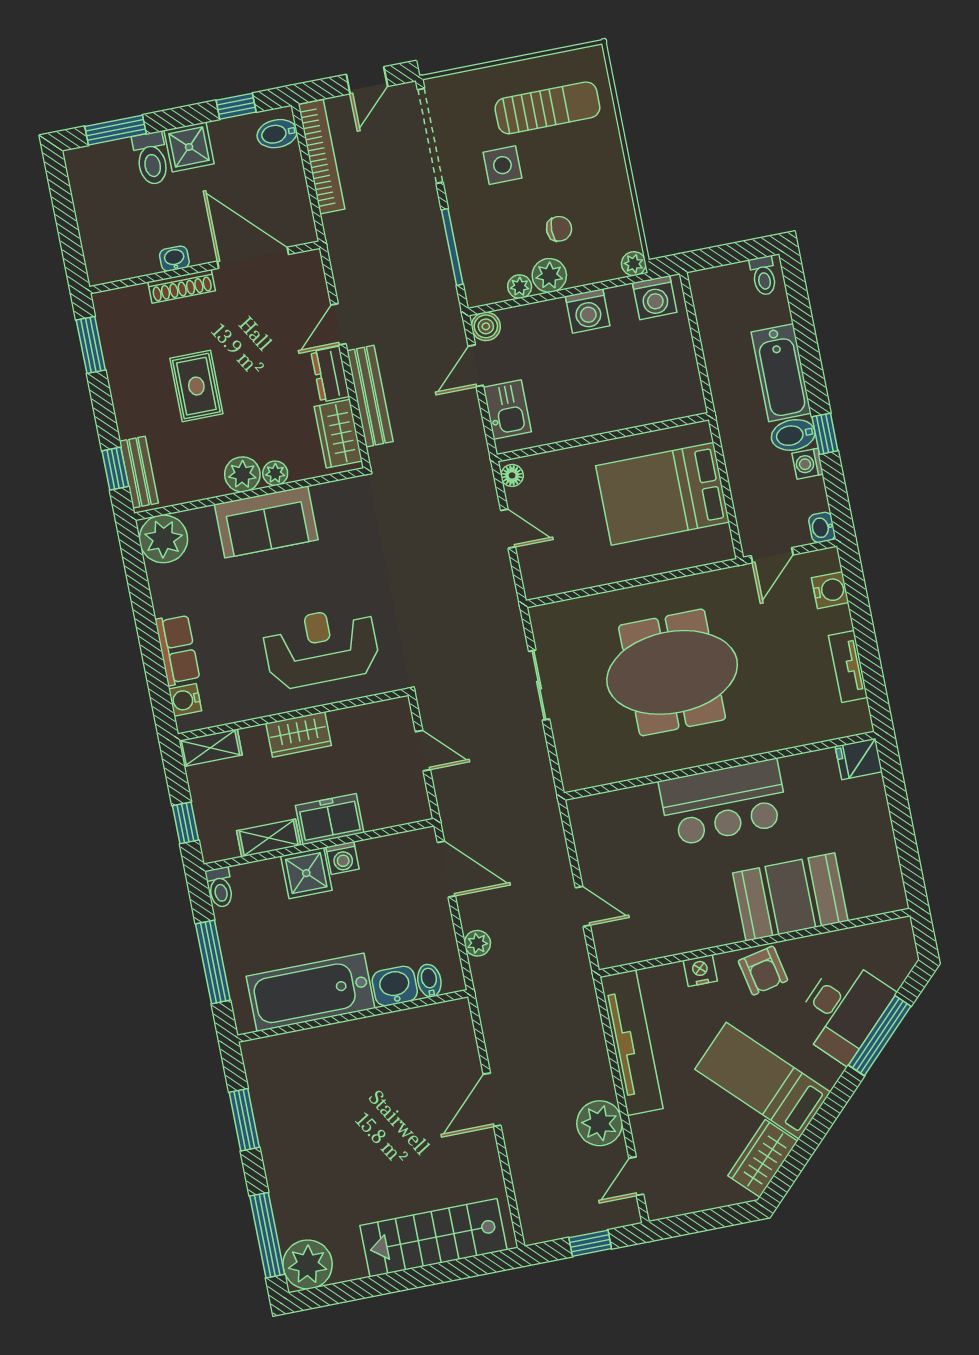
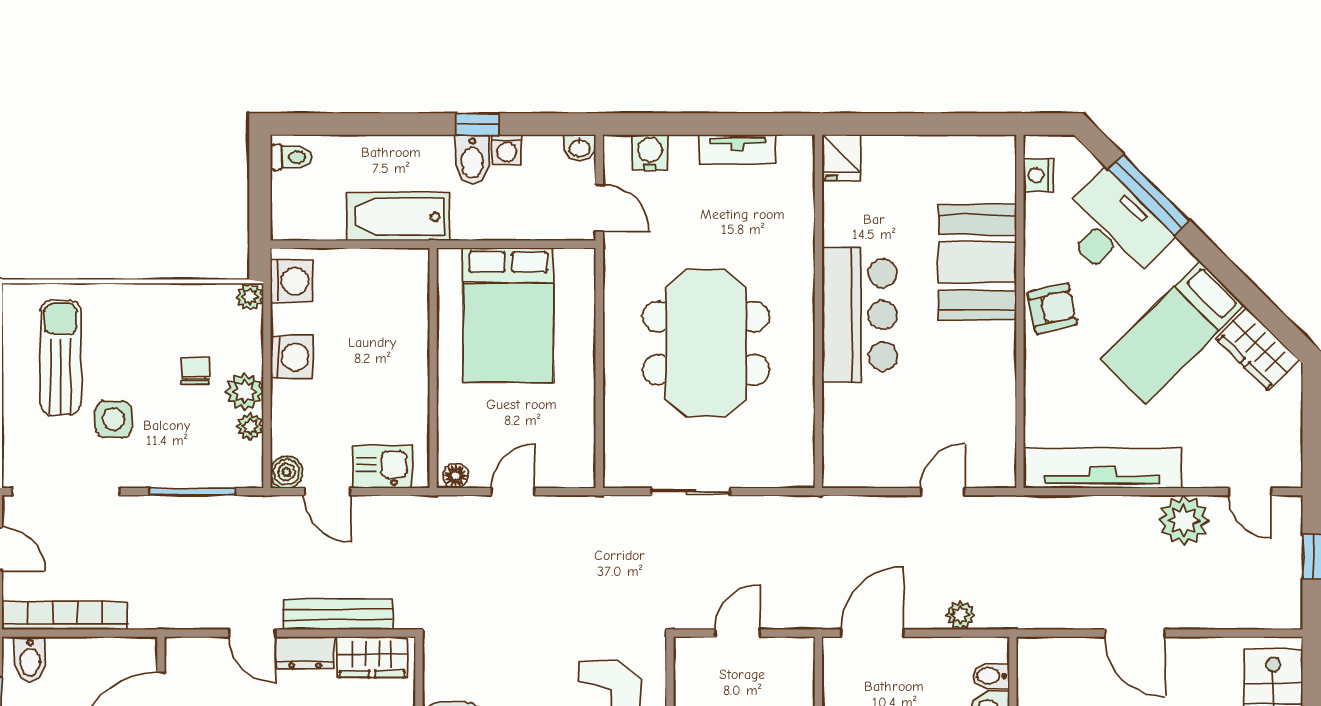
bathtub: (781, 373) -> (398, 217), moved, turned 180
nightstand: (700, 971) -> (1039, 175), moved

